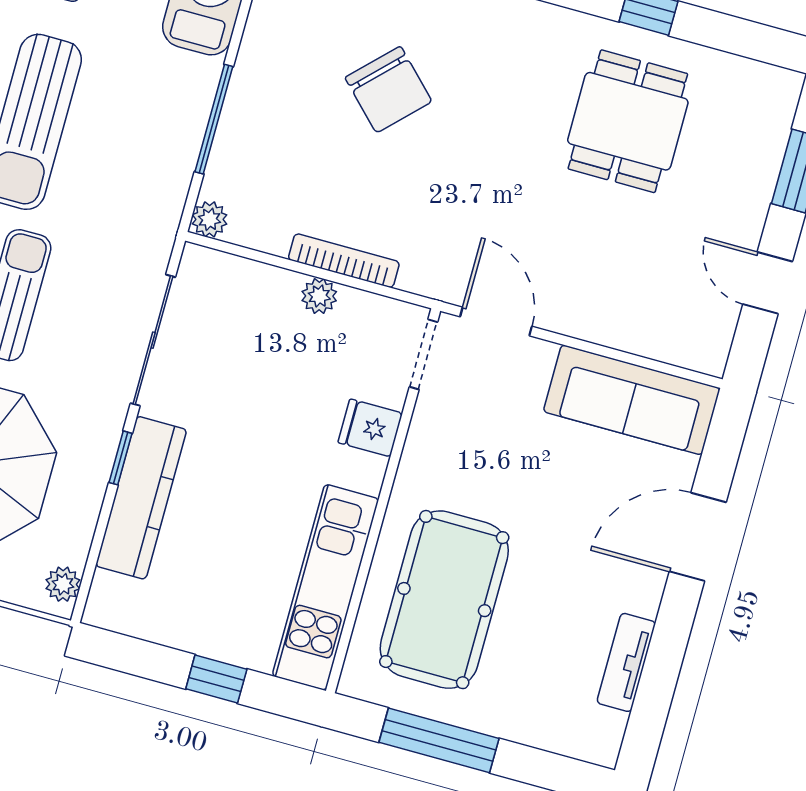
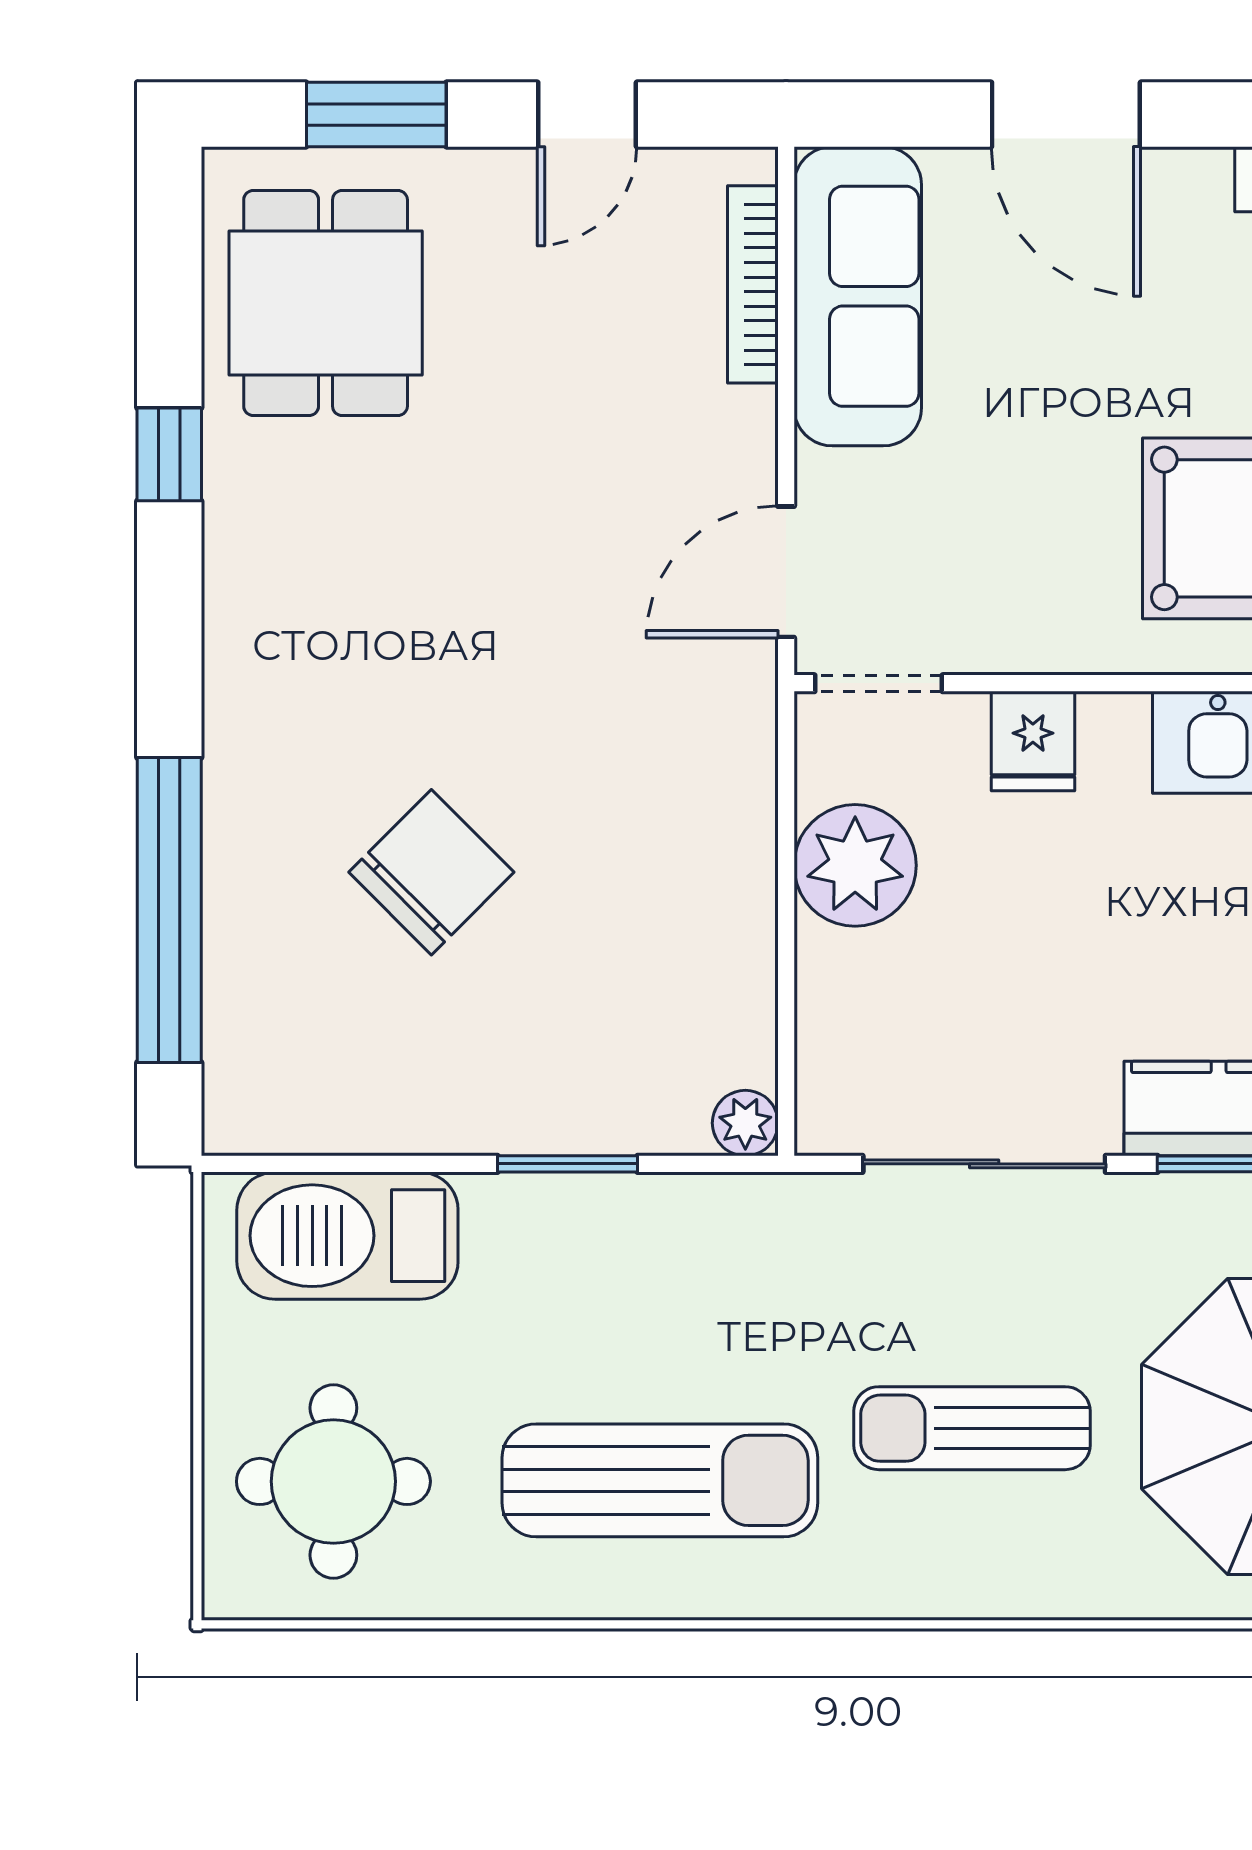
window: (214, 119) -> (567, 1164), width x0.69
dining table: (628, 121) -> (326, 303), moved, turned 90
bookcase: (344, 261) -> (753, 284), moved
plant: (319, 296) -> (855, 865), width x1.87, depth x1.87

